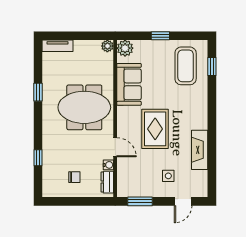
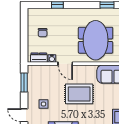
door: (115, 147) -> (65, 64), hinge flipped

